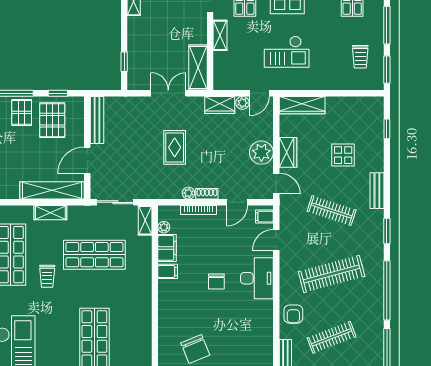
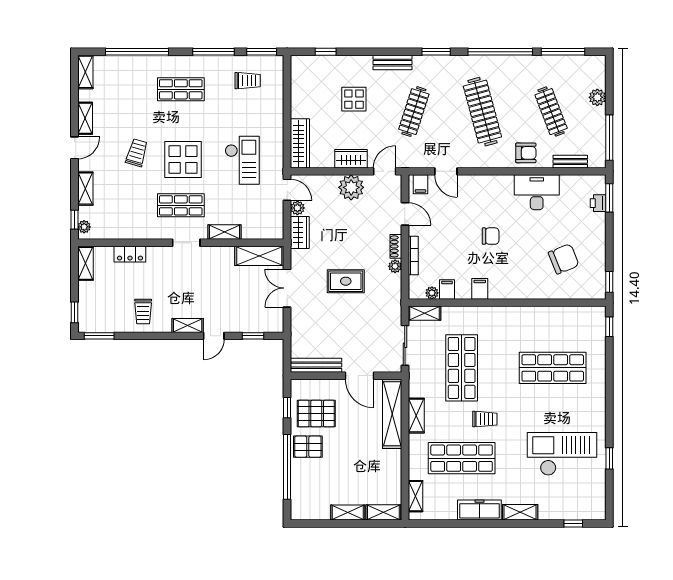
door: (124, 25) -> (214, 336), added
filing cabinet: (167, 248) -> (447, 289), width x0.50
desk: (257, 278) -> (537, 192), moved

